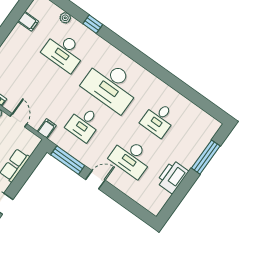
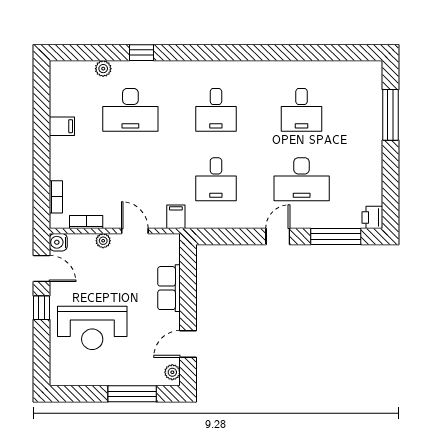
filing cabinet: (28, 21) -> (62, 126), moved
desk: (111, 85) -> (216, 110), width x0.53, depth x0.77
window: (68, 160) -> (336, 237), moved
printer: (172, 177) -> (372, 217), moved, width x0.53, depth x0.68

